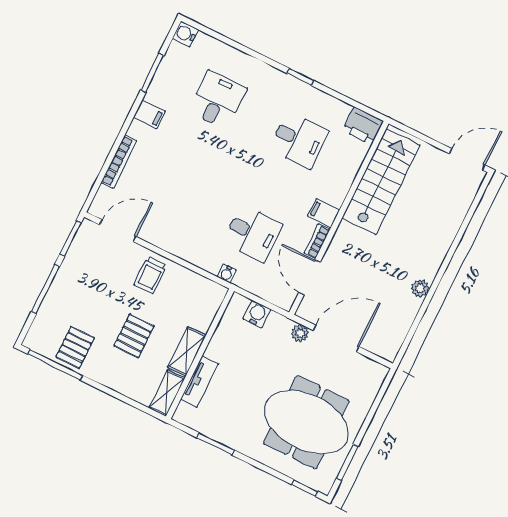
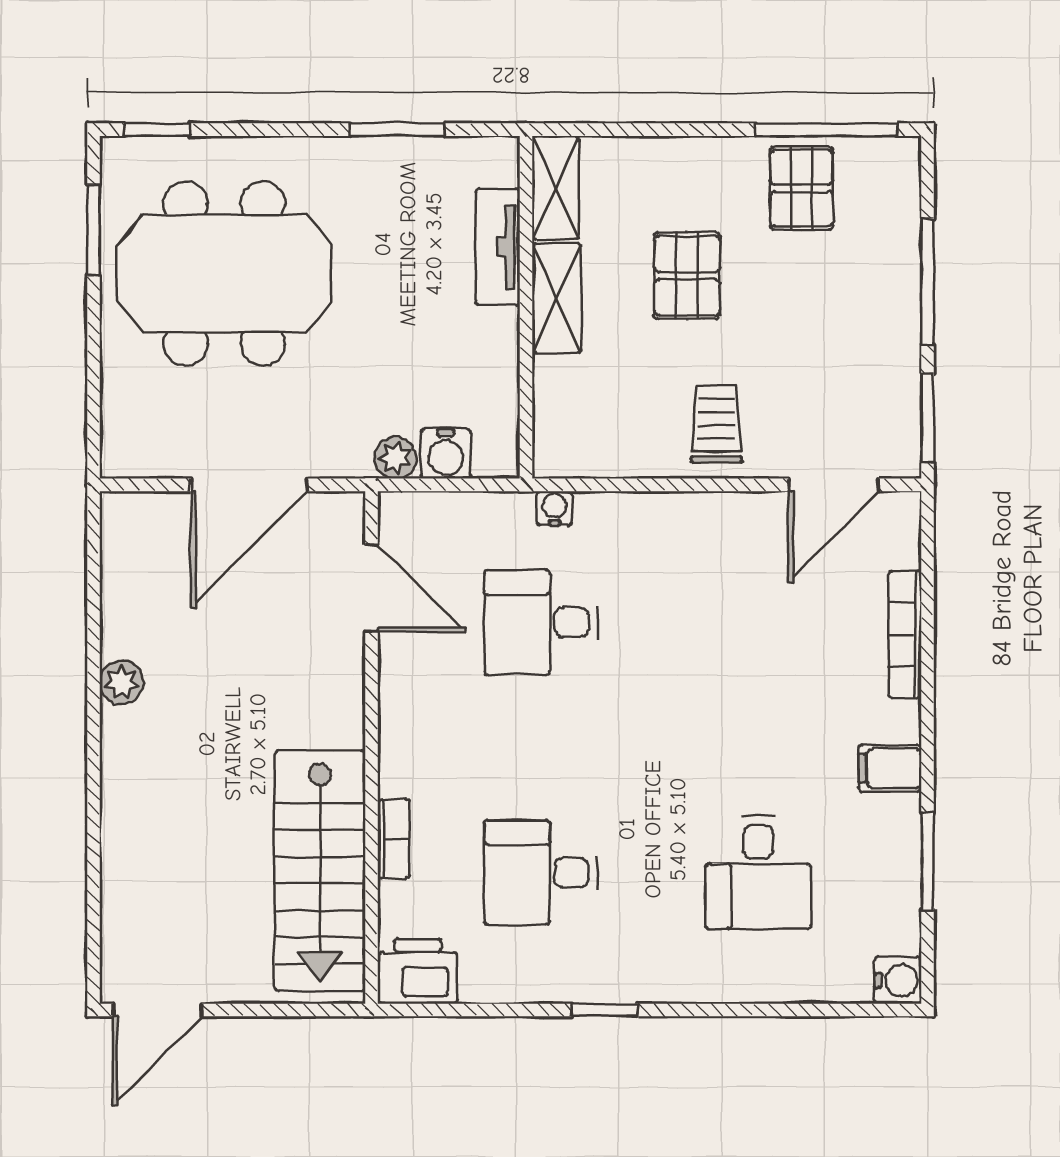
filing cabinet: (324, 213) -> (409, 742), removed
bookcase: (317, 241) -> (394, 839), moved
plant: (300, 333) -> (396, 458), moved

